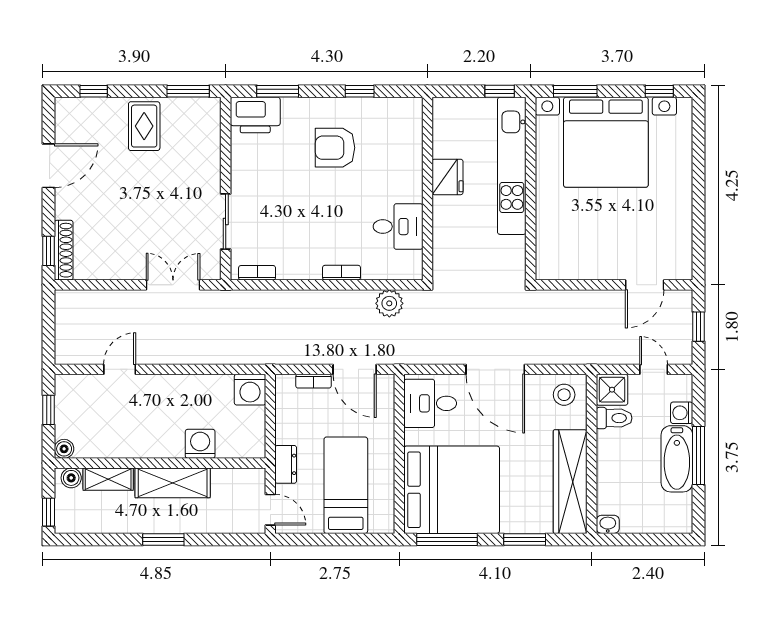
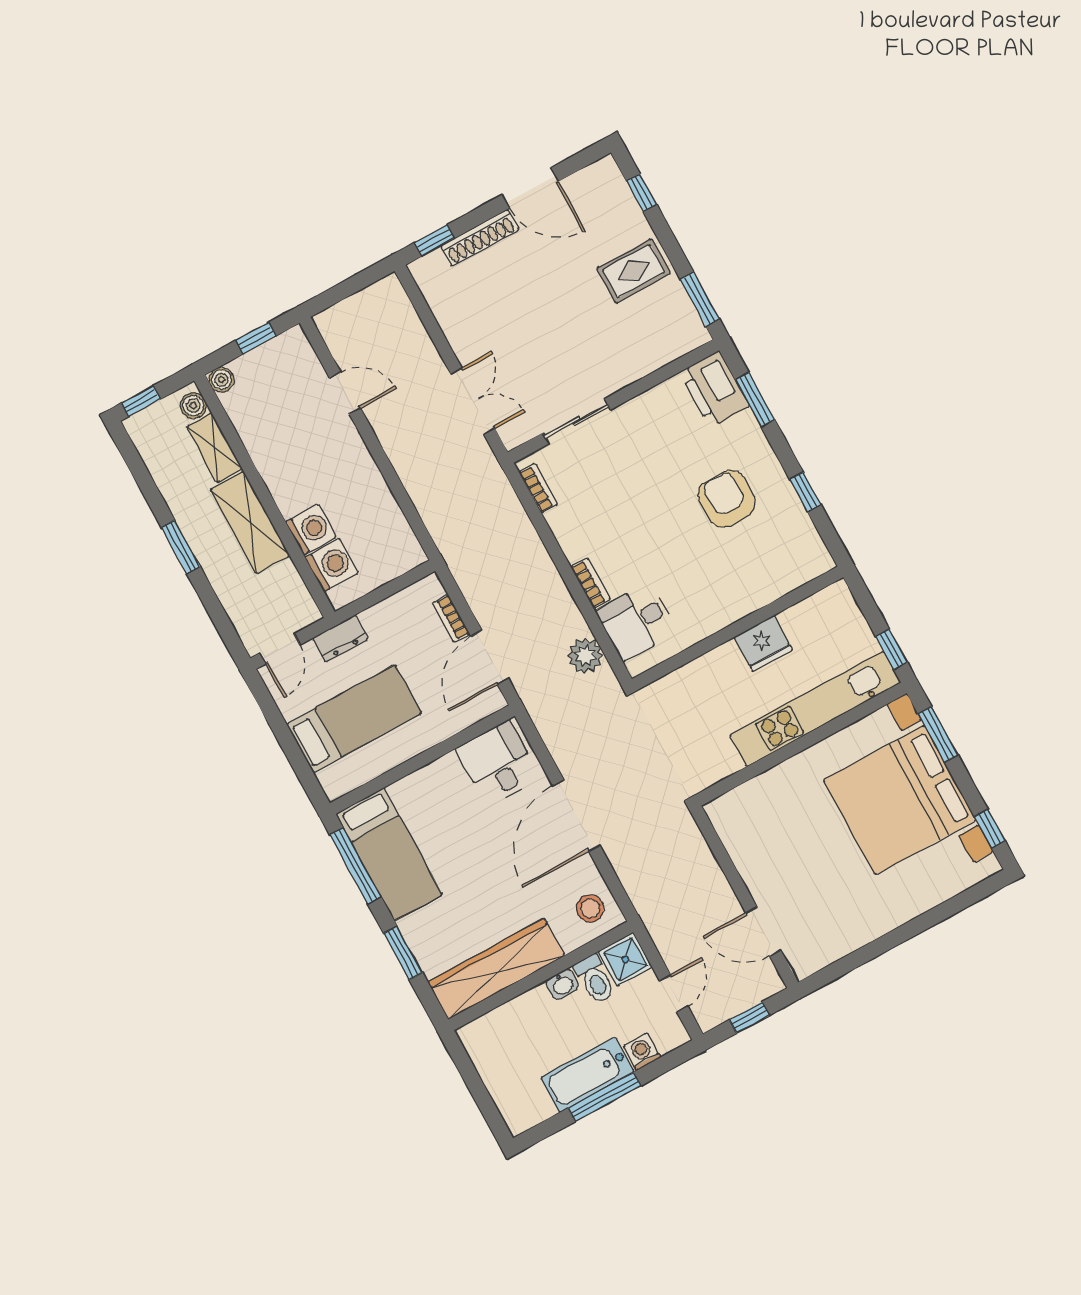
desk: (398, 227) -> (637, 622), moved, turned 90
shoe rack: (64, 250) -> (480, 238), moved
washing machine: (250, 390) -> (332, 565), moved, turned 180
bed: (452, 490) -> (389, 854), width x0.49
washbasin: (608, 524) -> (562, 984), moved, turned 90

